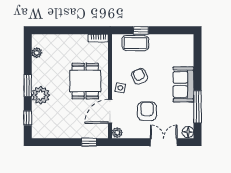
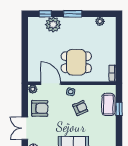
plant: (41, 95) -> (53, 25), moved
armchair: (147, 111) -> (40, 108), moved
window: (89, 142) -> (25, 65), removed
double door: (164, 142) -> (25, 128), swing flipped

